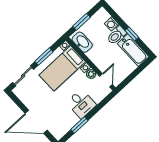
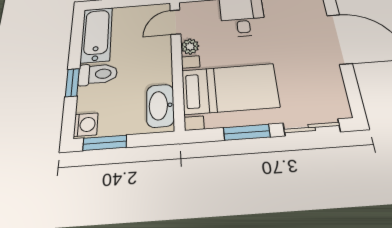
window: (81, 22) -> (105, 143), moved
washing machine: (112, 24) -> (86, 125), moved
window: (132, 34) -> (72, 83), moved

